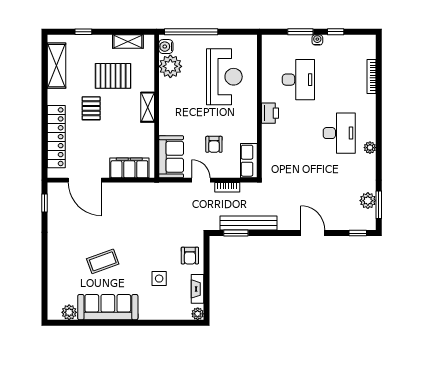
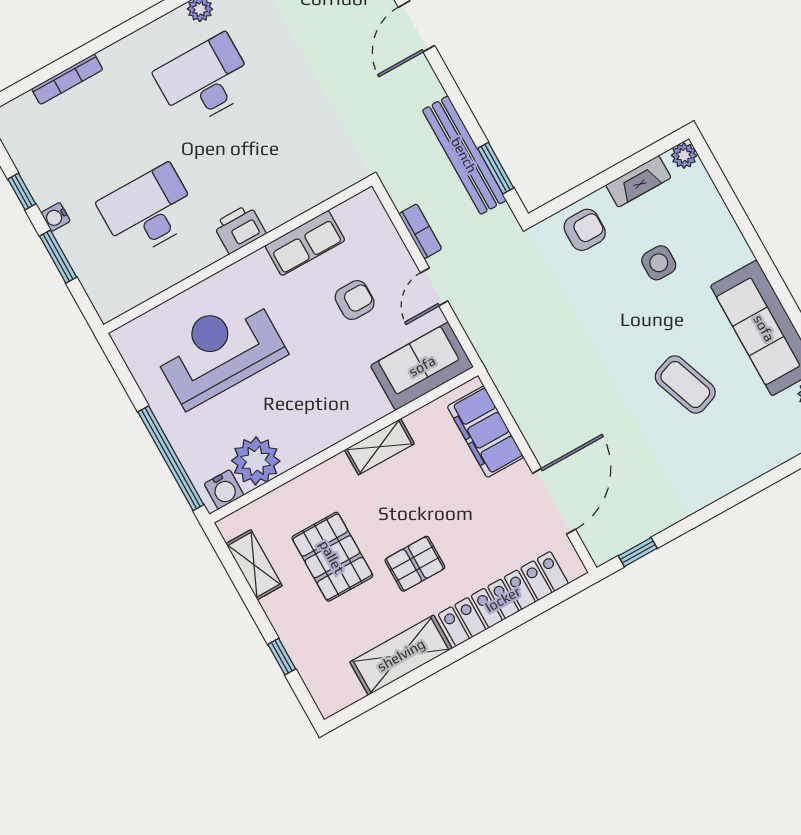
shelving: (56, 66) -> (401, 655), moved
shelving: (148, 107) -> (379, 447), moved
row of seats: (249, 161) -> (305, 243), moved

